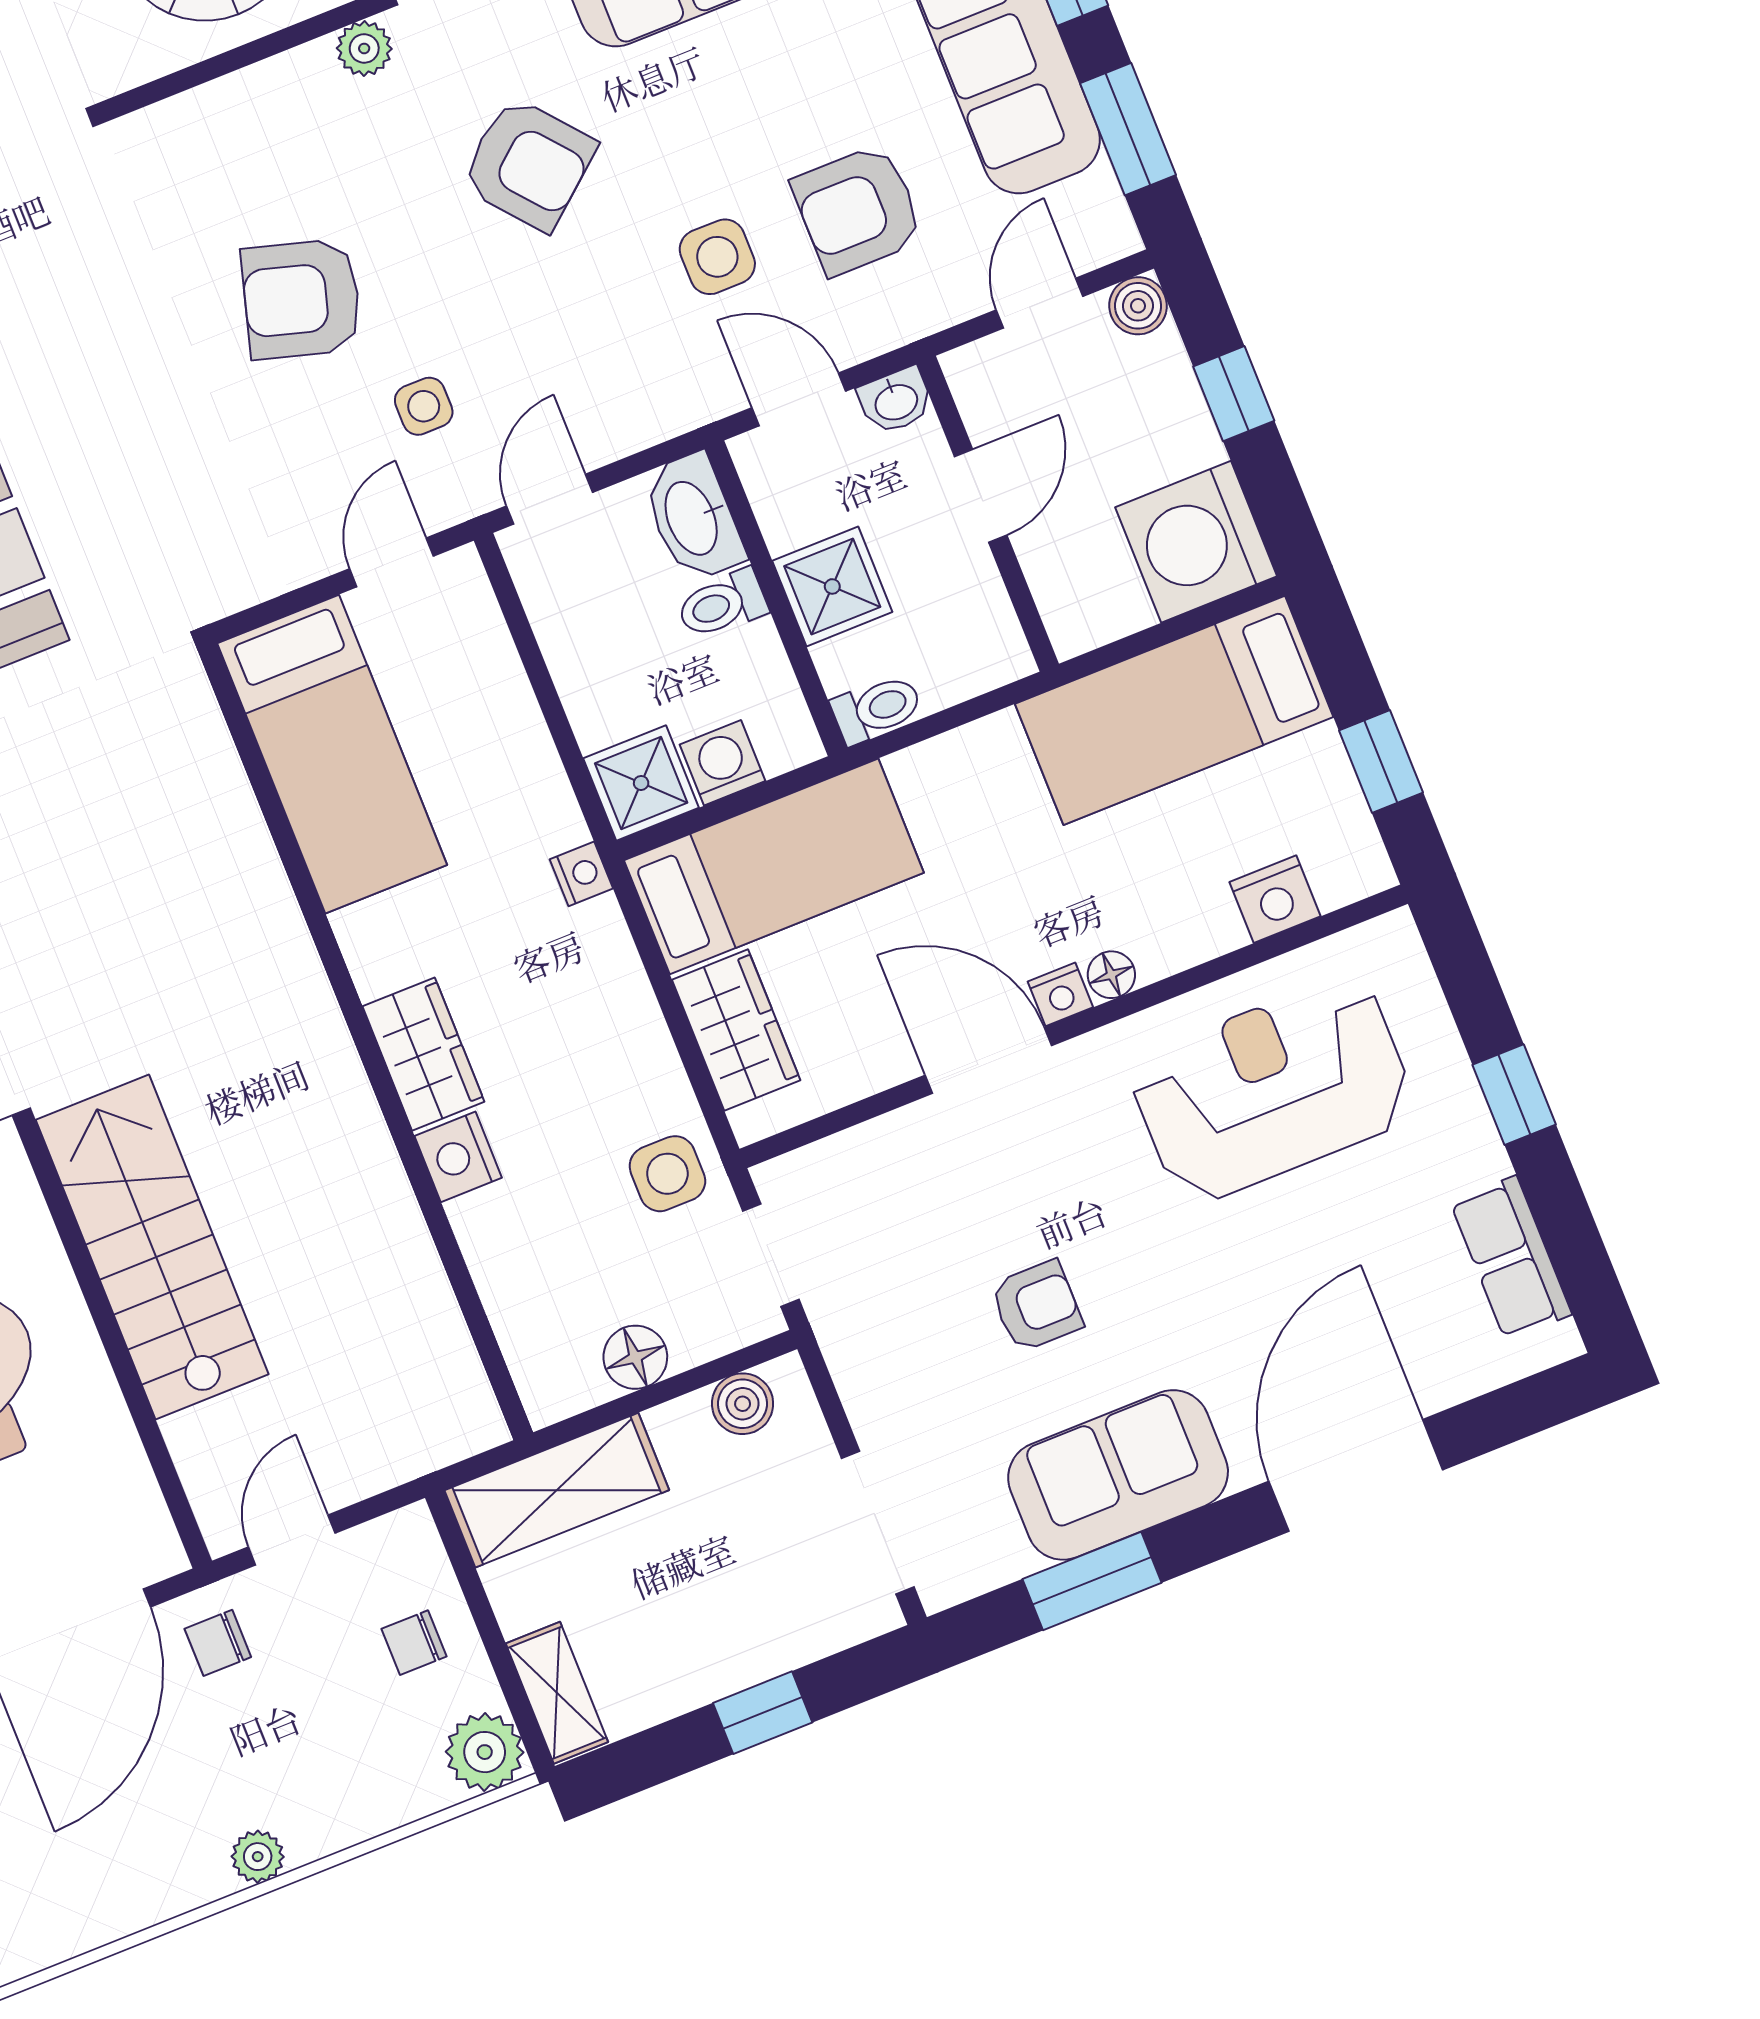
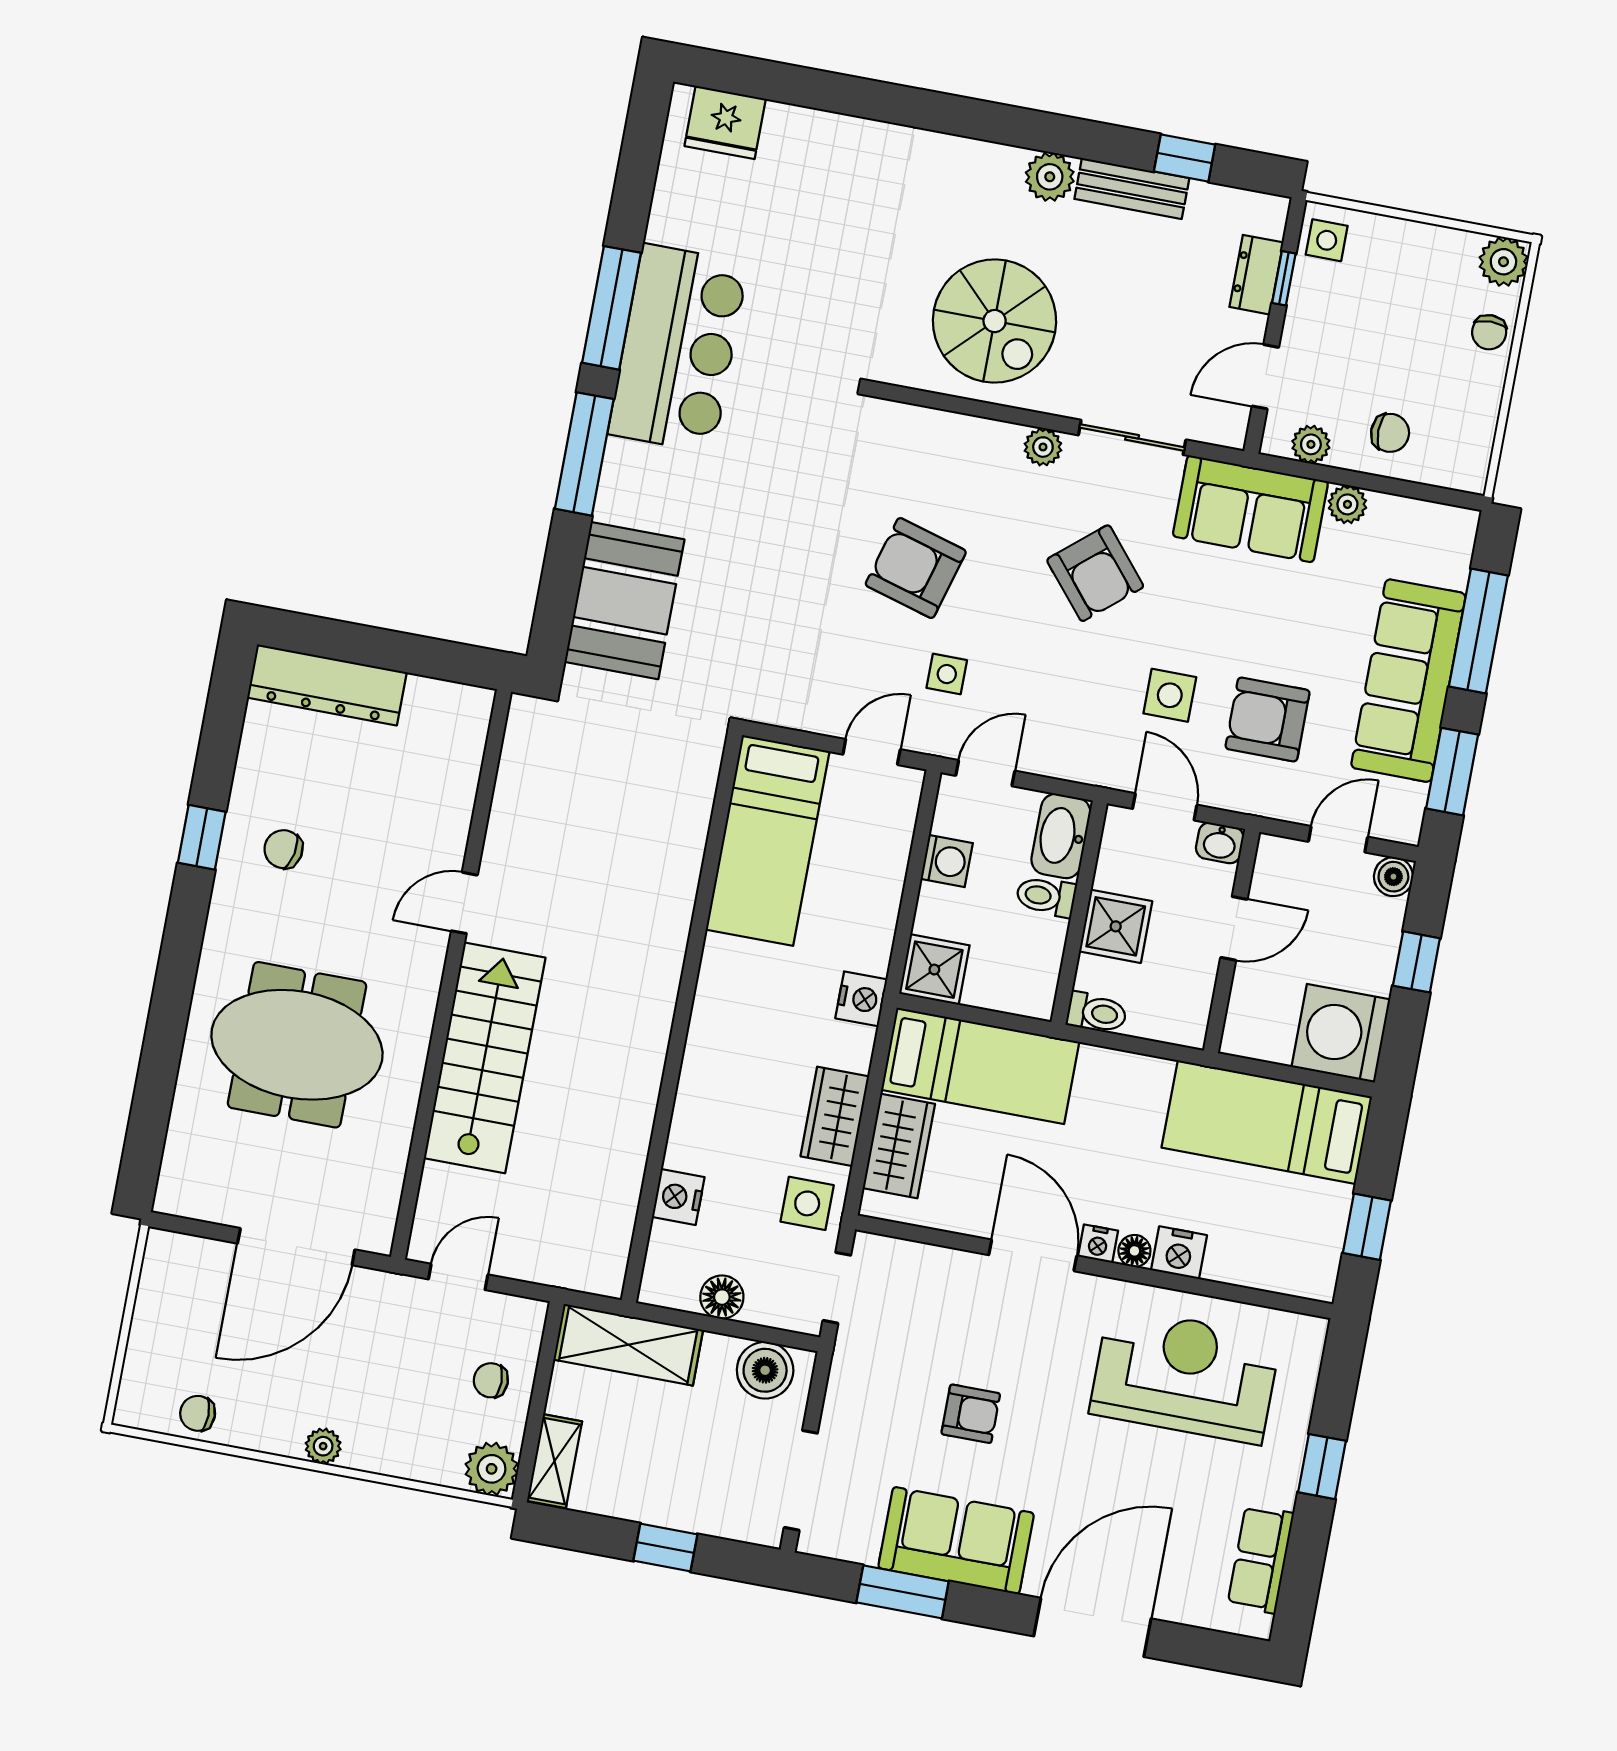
washing machine: (723, 763) -> (947, 861), moved, turned 90
nightstand: (581, 874) -> (861, 999), width x1.39, depth x1.35
nightstand: (1275, 899) -> (1179, 1253), moved
wardrobe: (423, 1054) -> (835, 1116), moved, turned 180
nightstand: (458, 1157) -> (678, 1197), moved
boiler: (743, 1404) -> (765, 1370), width x1.36, depth x1.36
chair: (218, 1643) -> (198, 1413), moved

